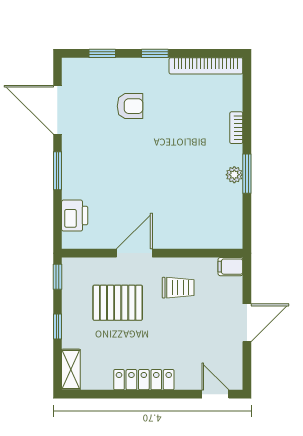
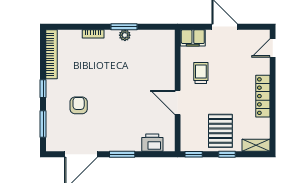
window: (102, 53) -> (43, 124), width x1.50
filing cabinet: (230, 267) -> (193, 38), width x2.00
pallet: (118, 303) -> (220, 131), moved

